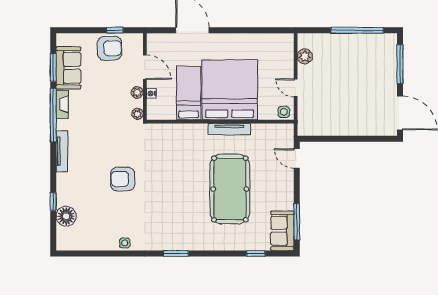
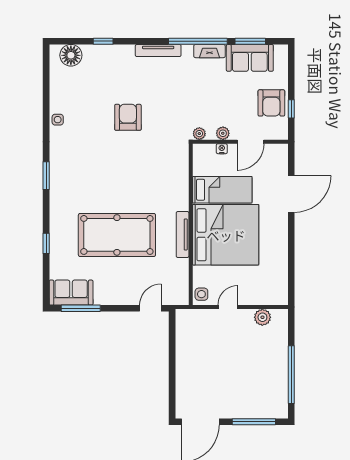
floor lamp: (66, 216) -> (71, 55), moved
window: (256, 253) -> (46, 243), moved

